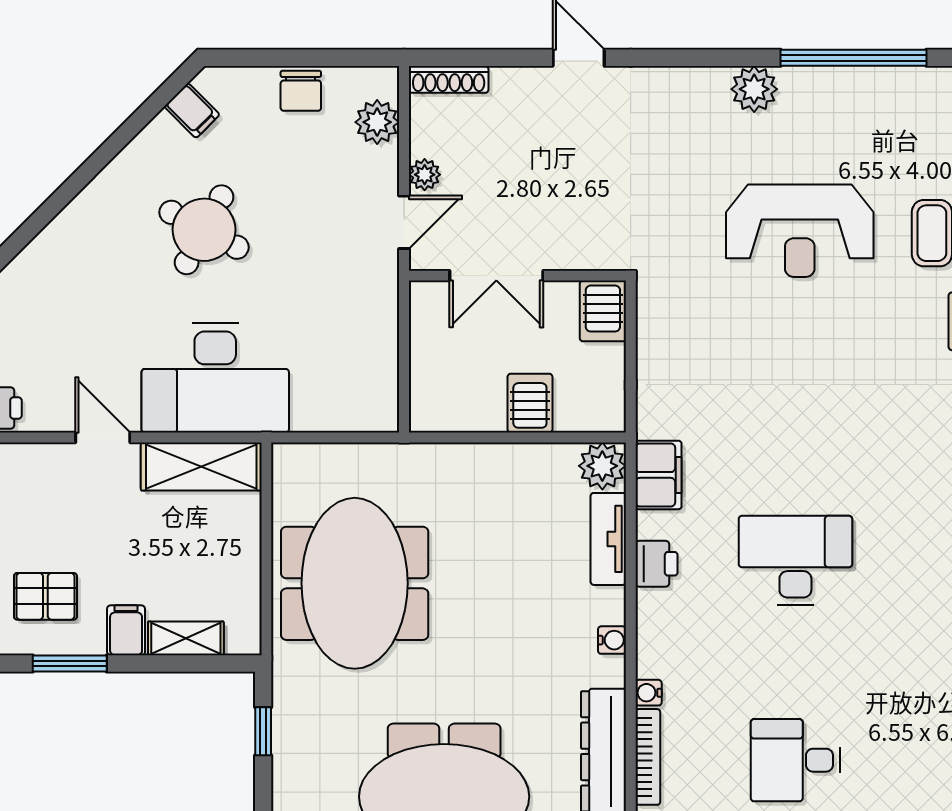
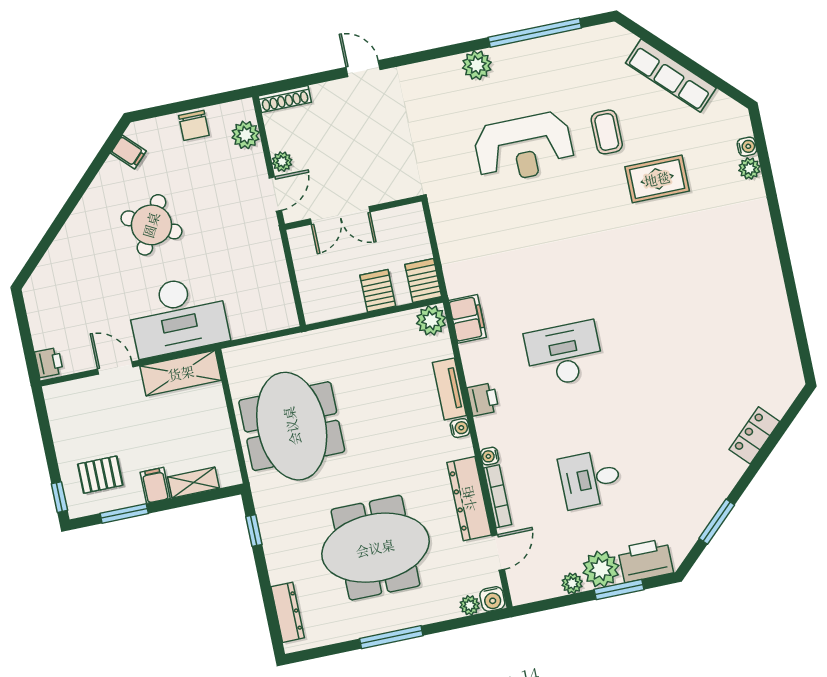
server rack: (603, 311) -> (423, 281), moved, turned 180
tv unit: (608, 539) -> (449, 389), moved
printer: (657, 564) -> (483, 399), moved

